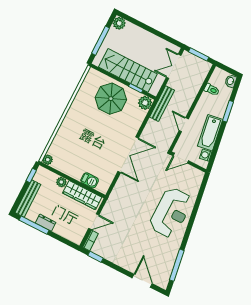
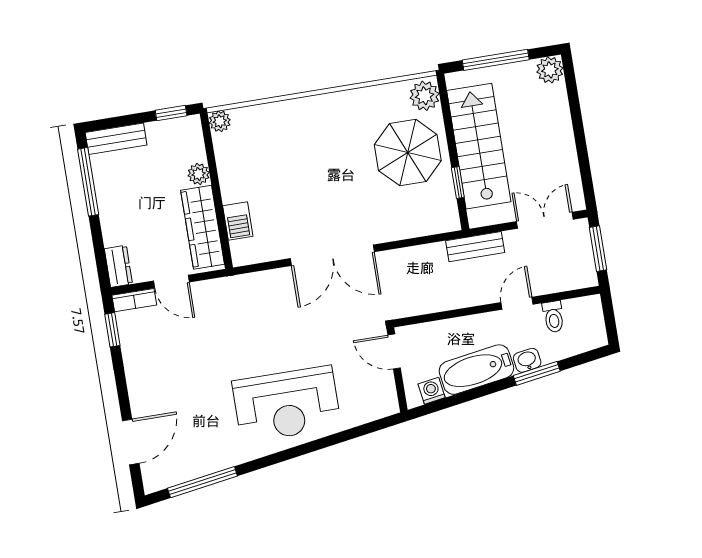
washbasin: (231, 81) -> (527, 360), moved
plant: (145, 103) -> (425, 96), moved
bench: (162, 104) -> (475, 247), width x0.73
door: (184, 125) -> (517, 303), moved
bench: (28, 199) -> (116, 139), width x0.73
dresser: (46, 223) -> (118, 266), moved

